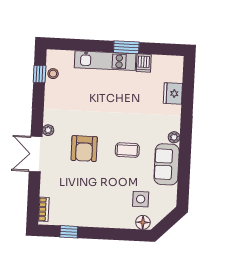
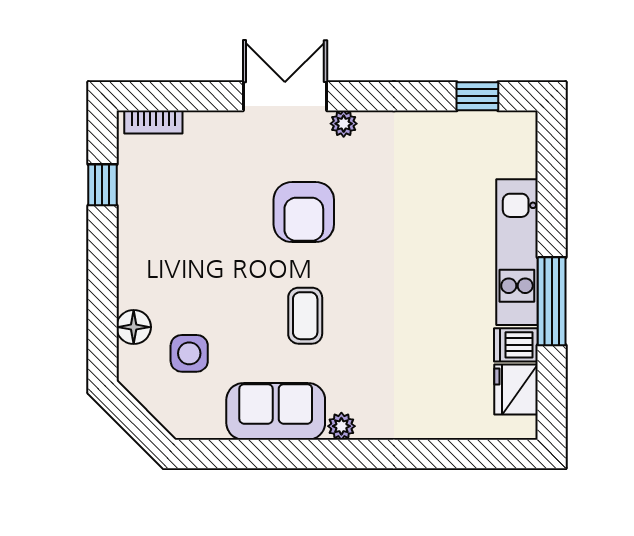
window: (126, 47) -> (552, 301), width x1.44
stool: (53, 74) -> (480, 129), removed
fridge: (173, 93) -> (516, 390), moved, turned -90
armchair: (84, 149) -> (304, 212), turned -90
floor lamp: (143, 222) -> (134, 327), moved

